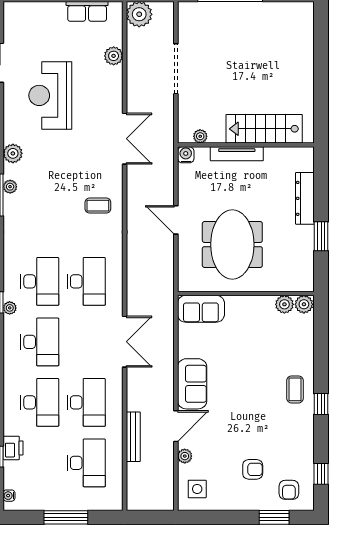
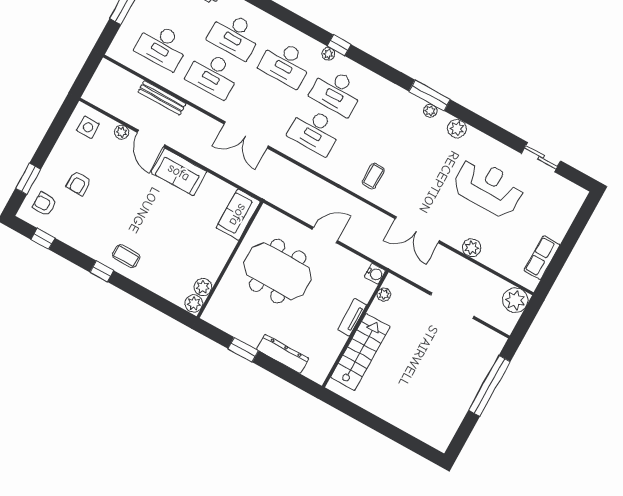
plant: (114, 56) -> (472, 248), moved
tv unit: (237, 154) -> (352, 317), width x0.71

